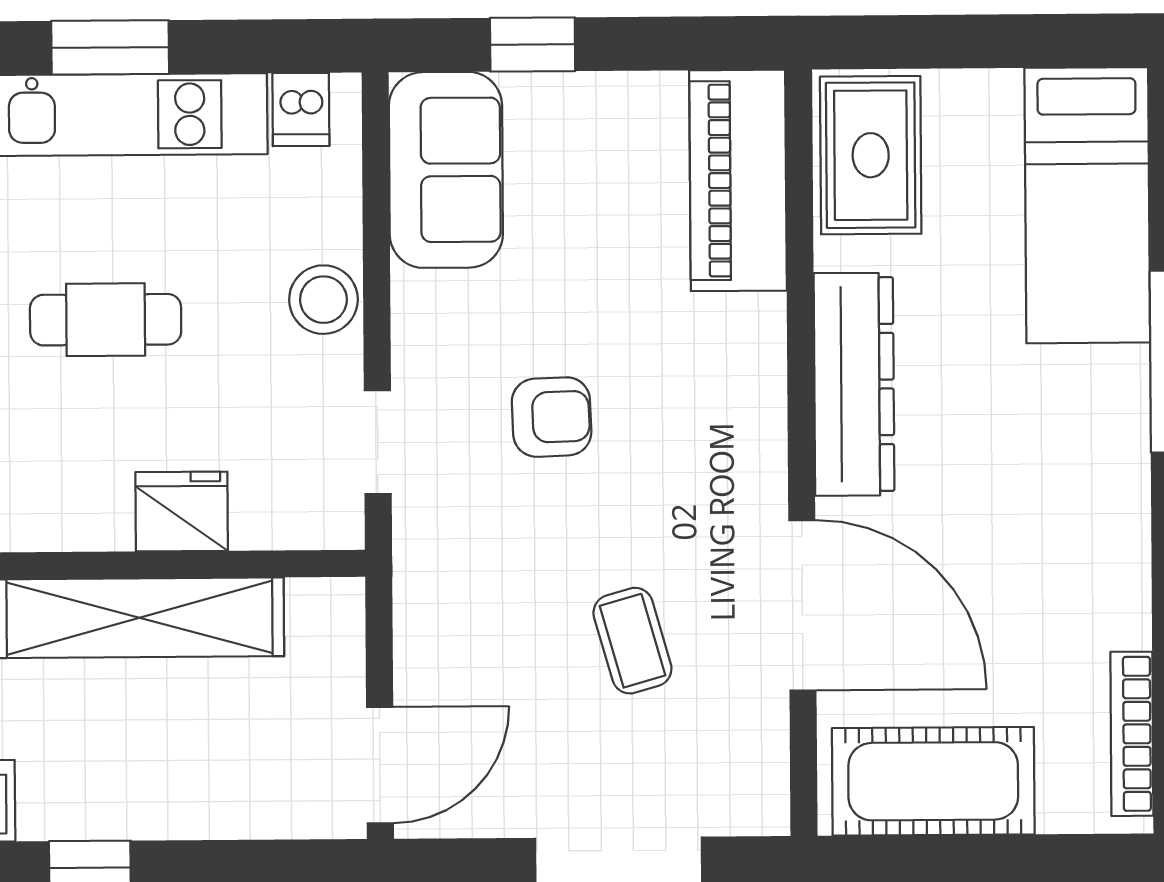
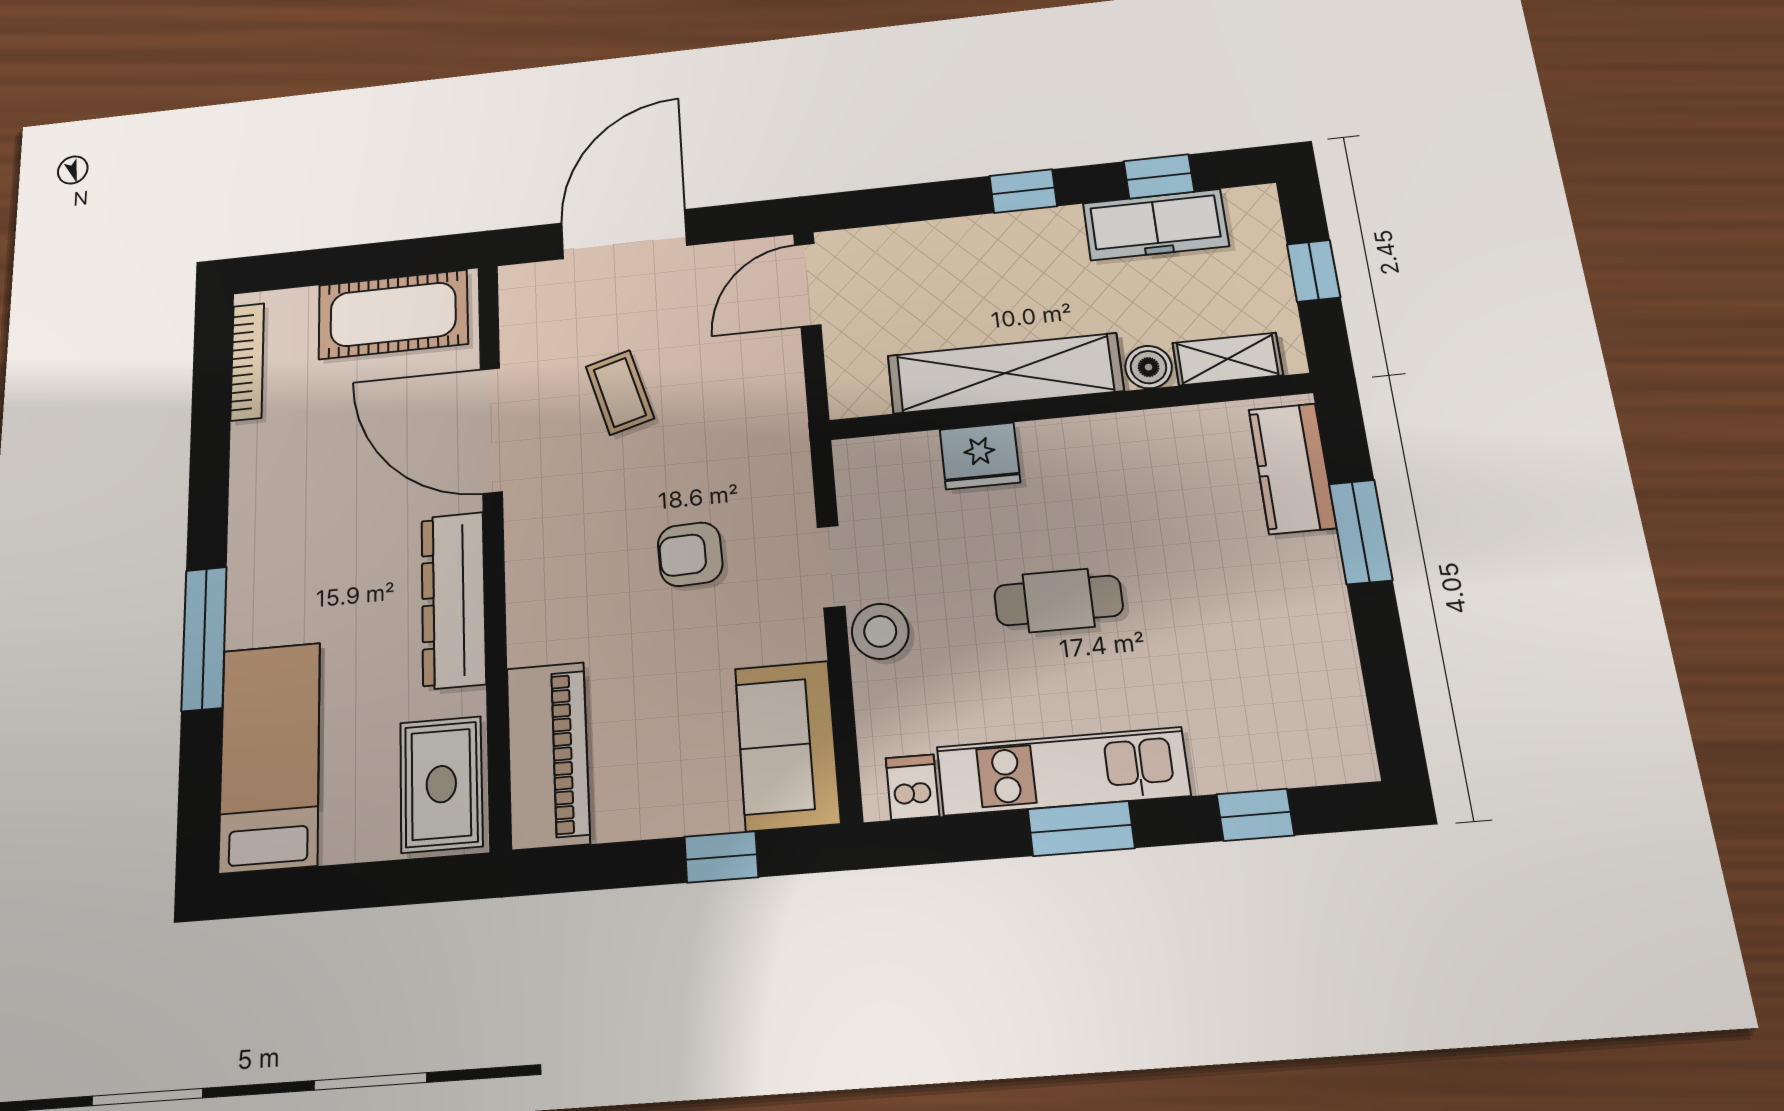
doorway: (378, 442) -> (831, 566), moved

